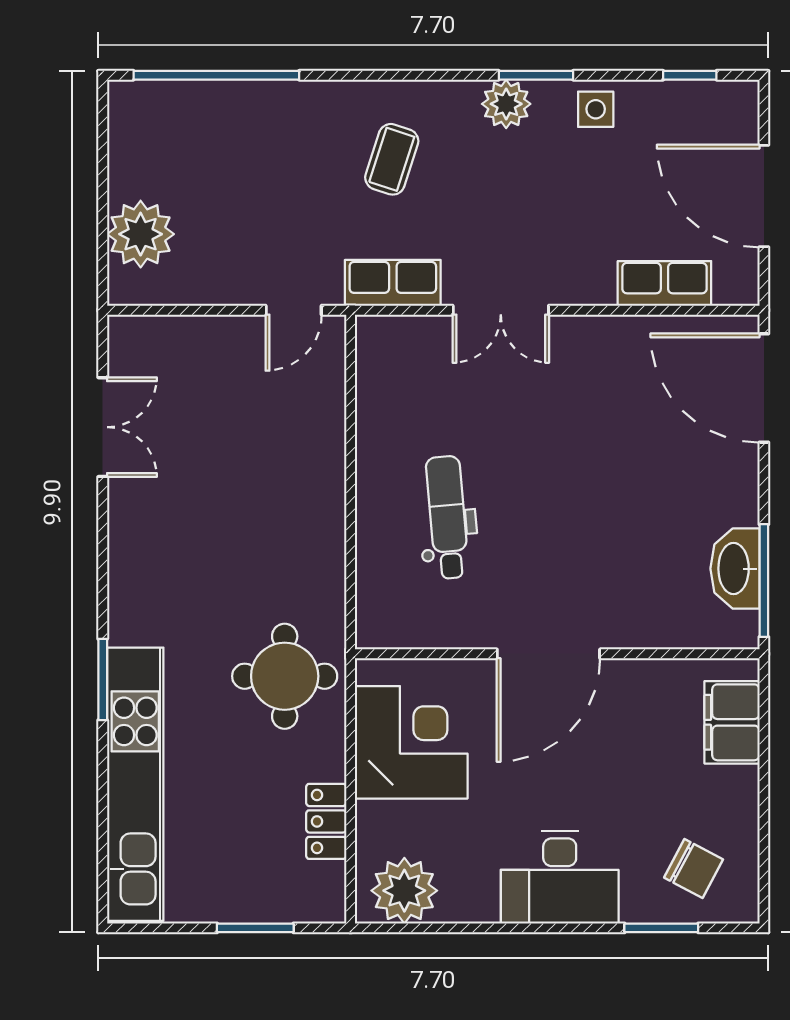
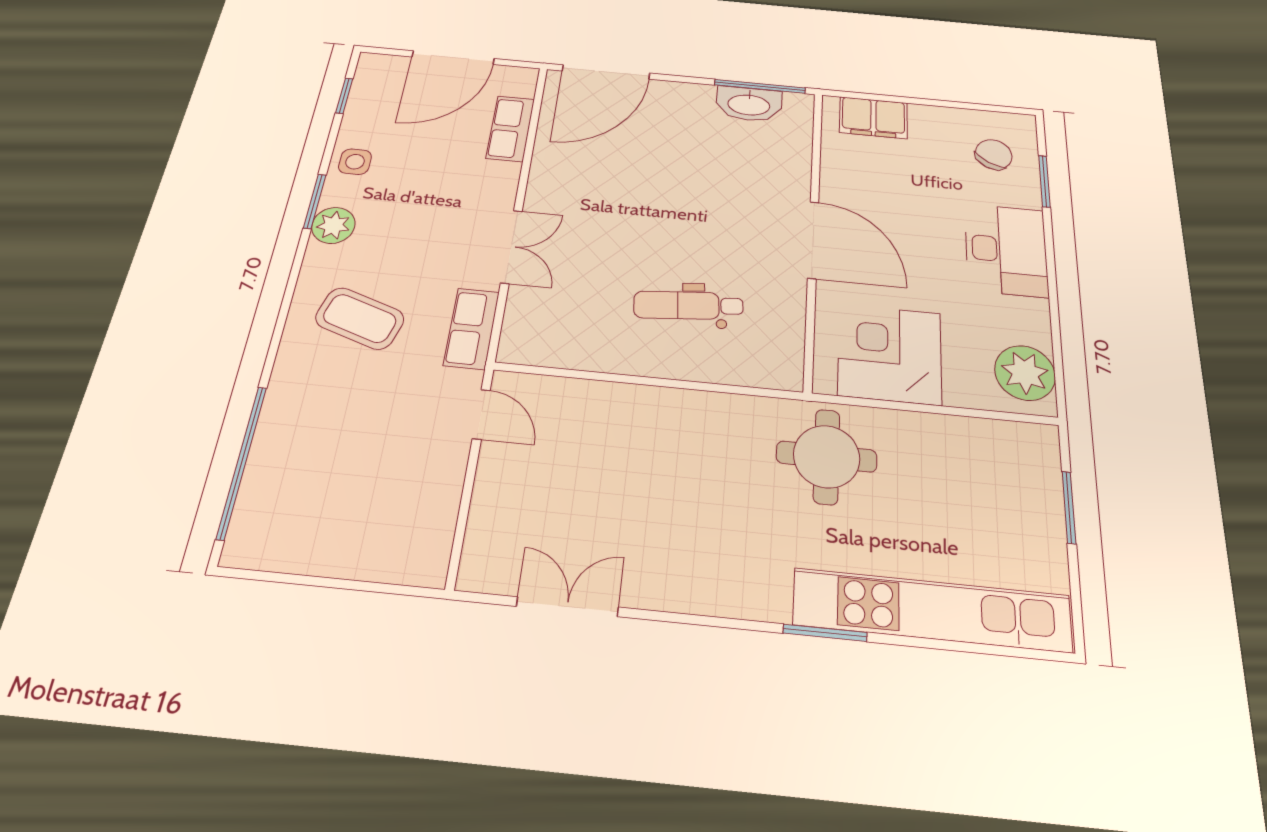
coffee table: (392, 159) -> (360, 318), width x1.36, depth x1.30
plant: (141, 234) -> (380, 549), removed
locker: (326, 821) -> (964, 433), removed

